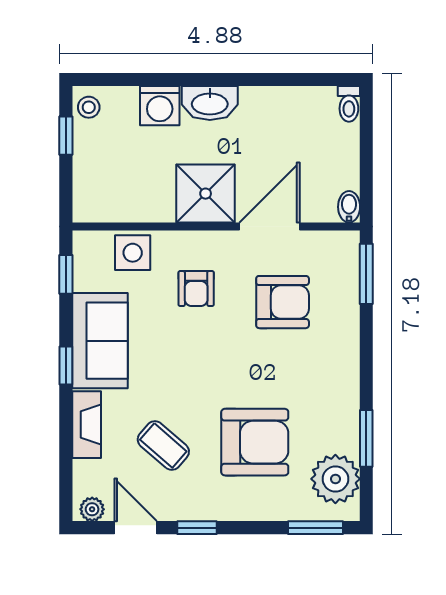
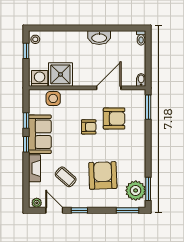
washbasin: (210, 103) -> (99, 38), moved
washing machine: (160, 106) -> (40, 78), moved, turned 180
shower: (206, 194) -> (60, 74), moved
window: (66, 274) -> (26, 120), moved
armchair: (196, 289) -> (89, 127), moved, turned -90
window: (366, 438) -> (148, 189), moved
armchair: (255, 442) -> (103, 175), turned -92

